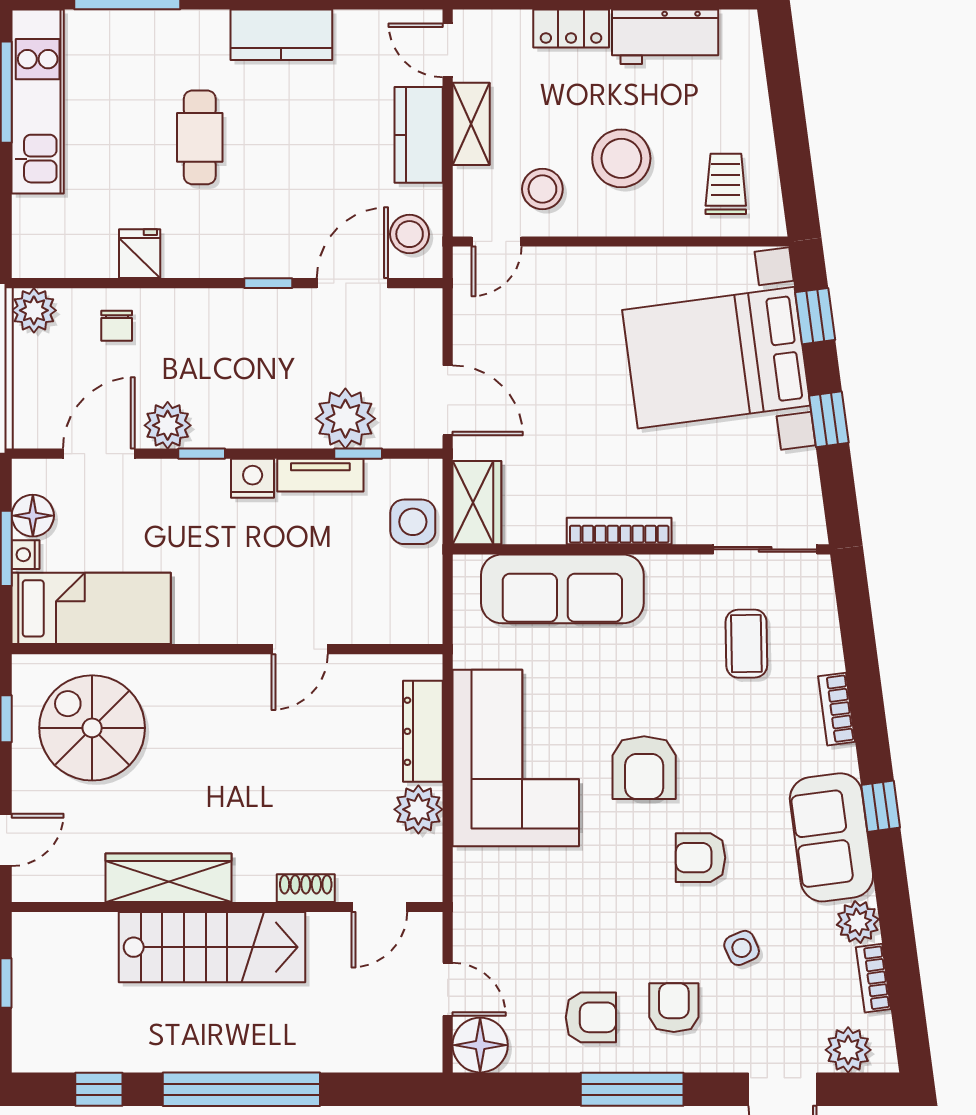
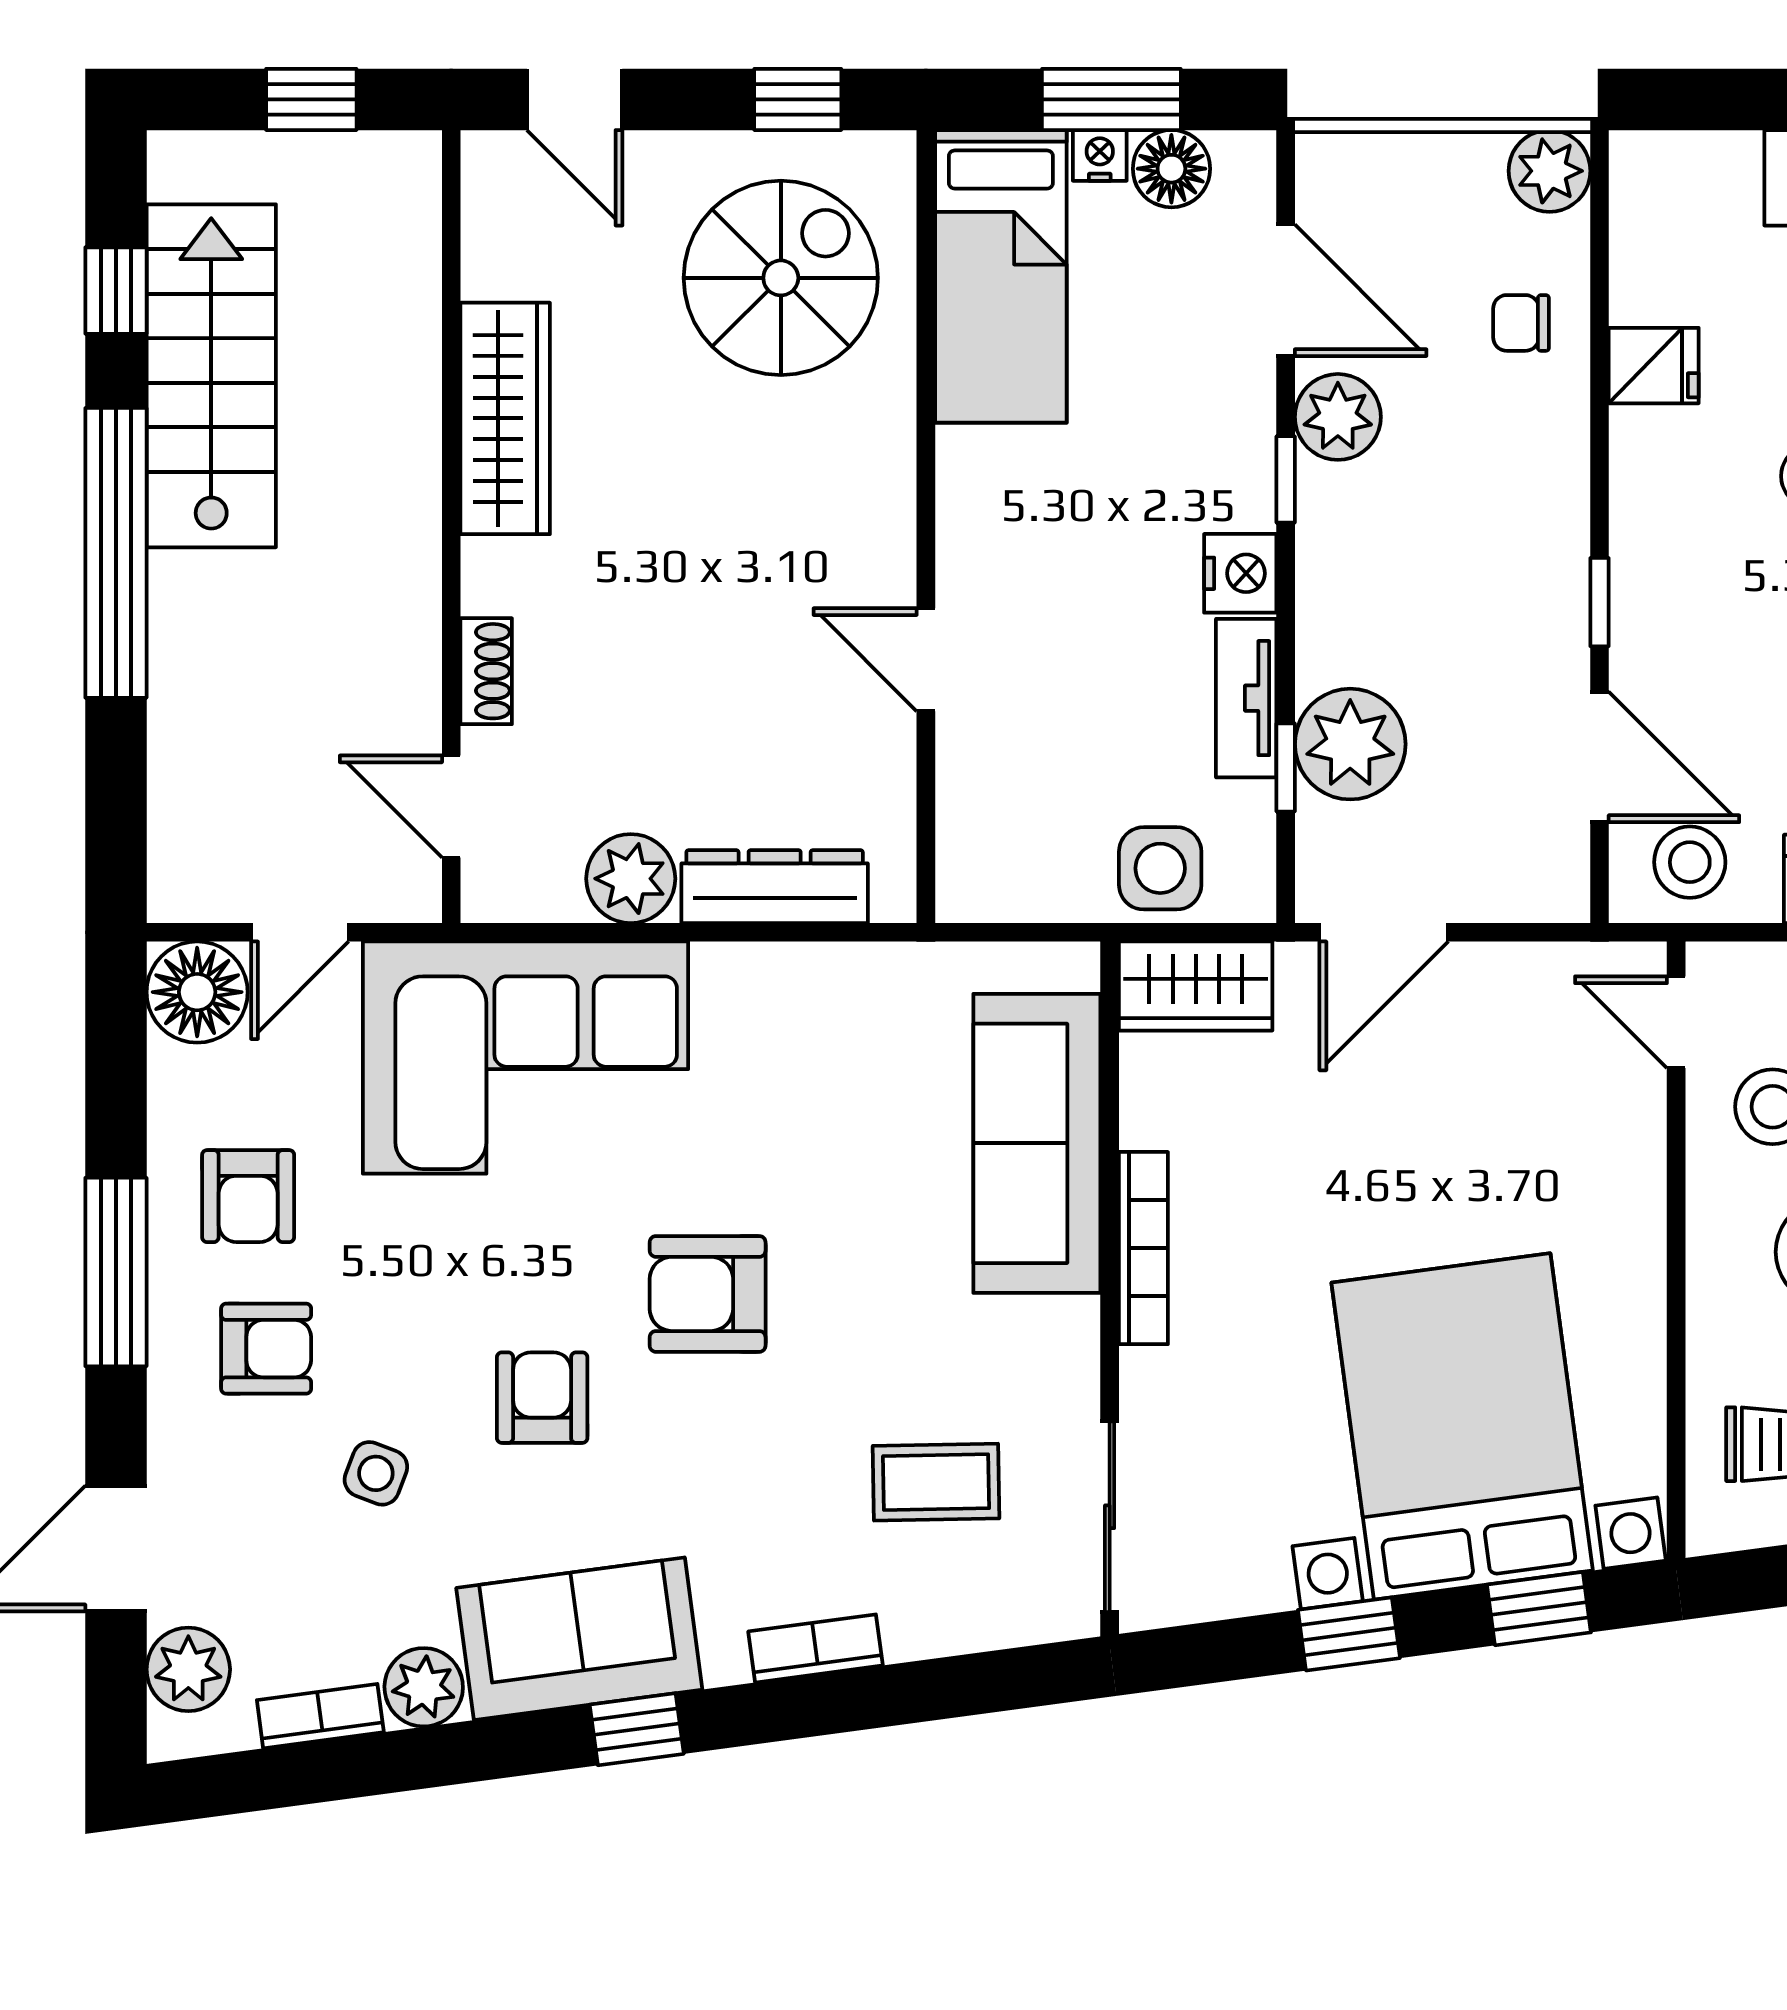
corner sofa: (516, 758) -> (525, 1058), moved
stairs: (212, 947) -> (211, 376), moved, turned 180
side table: (742, 948) -> (376, 1473), turned 45

